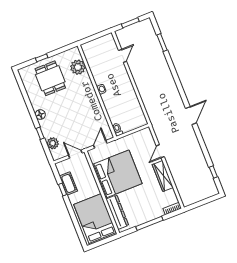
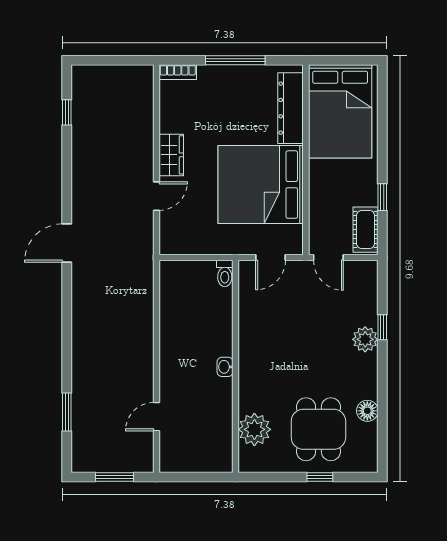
floor lamp: (40, 115) -> (367, 411), moved
plant: (53, 143) -> (365, 339), moved
wardrobe: (163, 176) -> (171, 155), width x0.67
cot: (68, 183) -> (366, 230), moved

